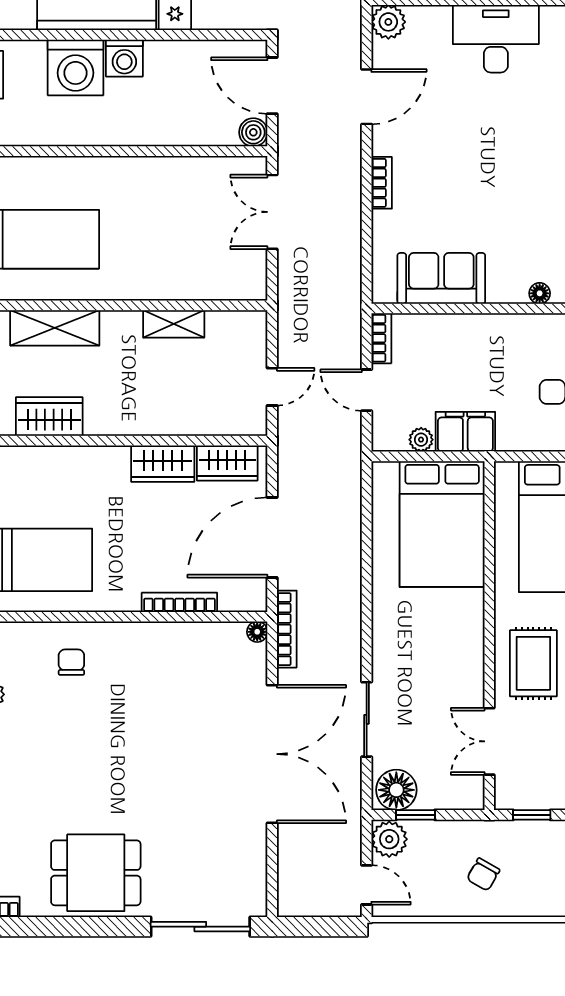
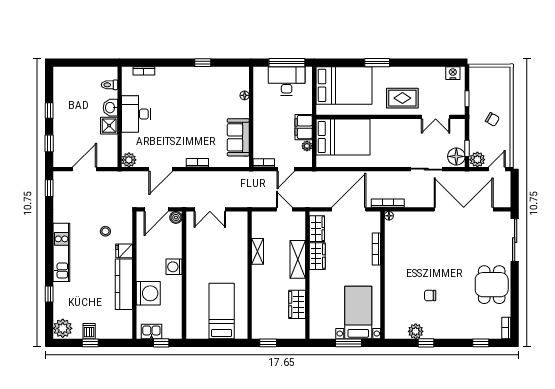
washing machine: (124, 58) -> (174, 267), moved, turned 180
door: (367, 97) -> (161, 169), swing flipped
shelving: (55, 328) -> (298, 259), moved
door: (272, 537) -> (349, 209), swing flipped
chair: (71, 662) -> (430, 295), moved
double door: (272, 754) -> (464, 209), moved

